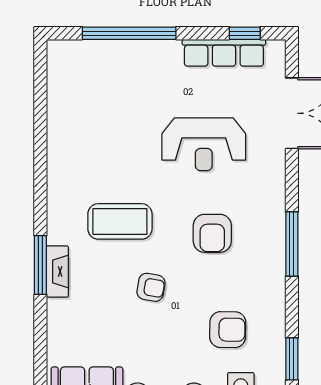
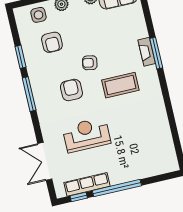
window: (129, 33) -> (117, 188), moved
armchair: (151, 287) -> (90, 63), moved
armchair: (228, 330) -> (52, 42), turned -91
window: (292, 359) -> (20, 57), moved

